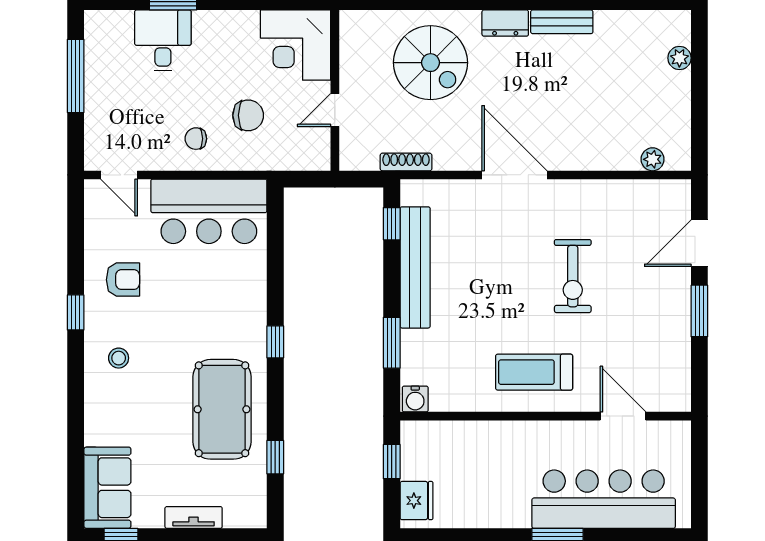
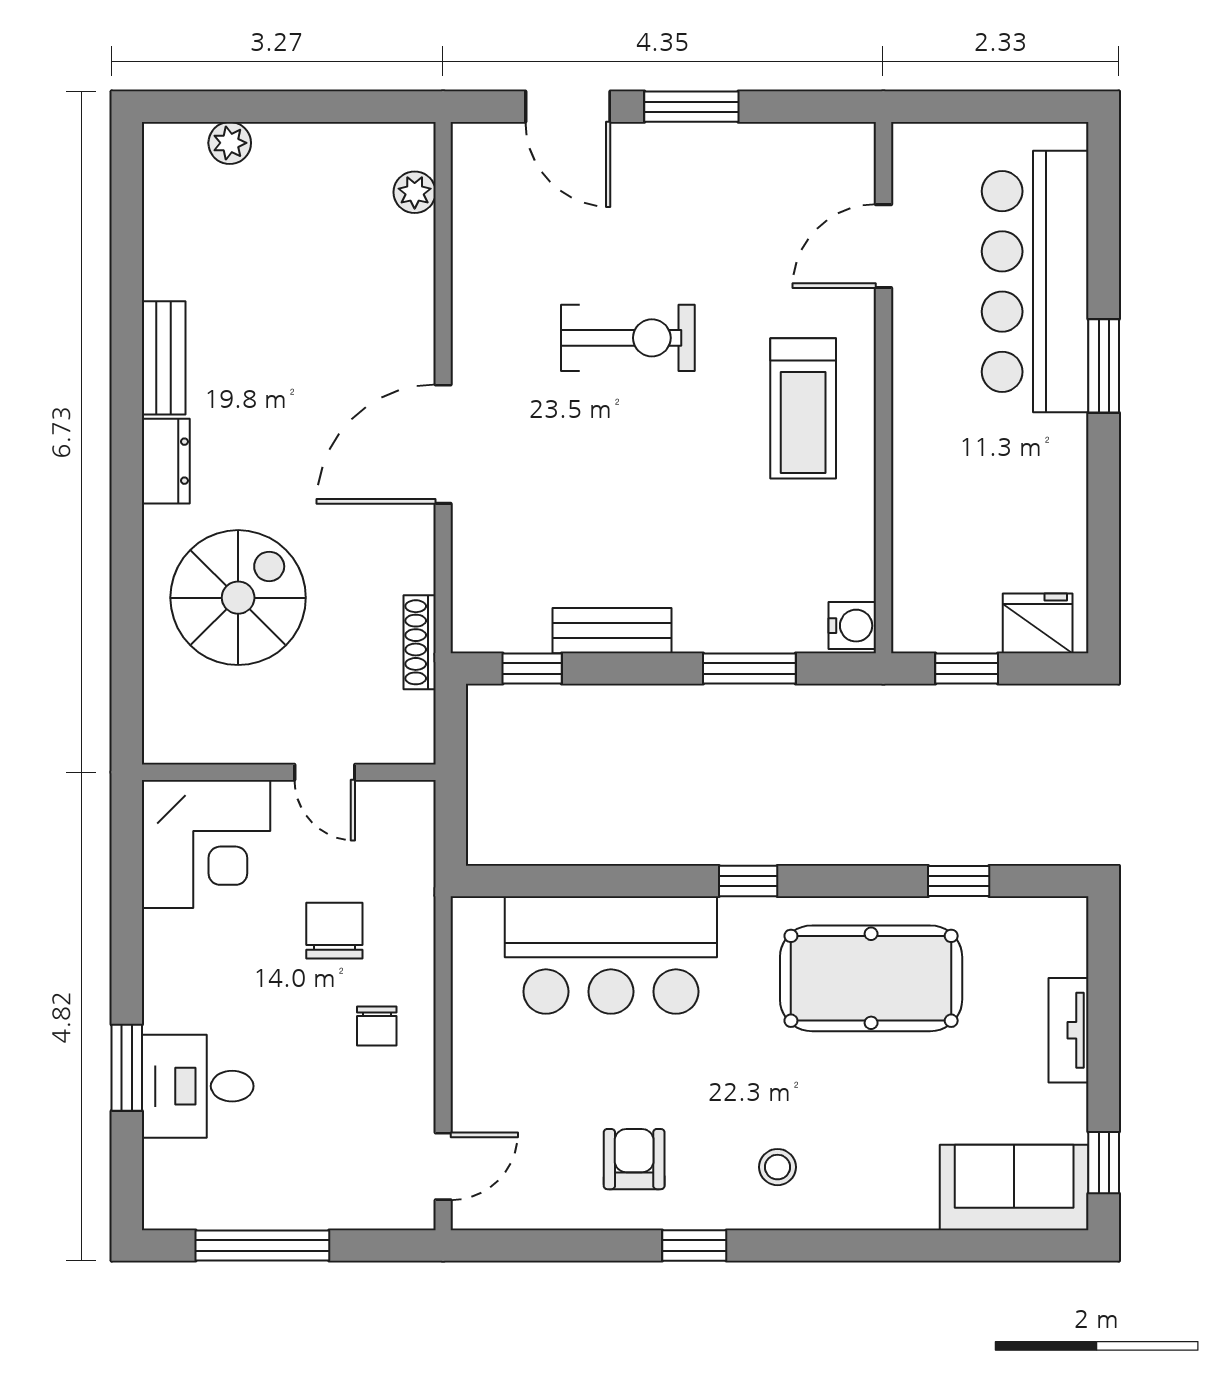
bar counter: (209, 211) -> (611, 955), moved, turned 90
bench: (415, 267) -> (612, 631), width x0.54, depth x0.82

